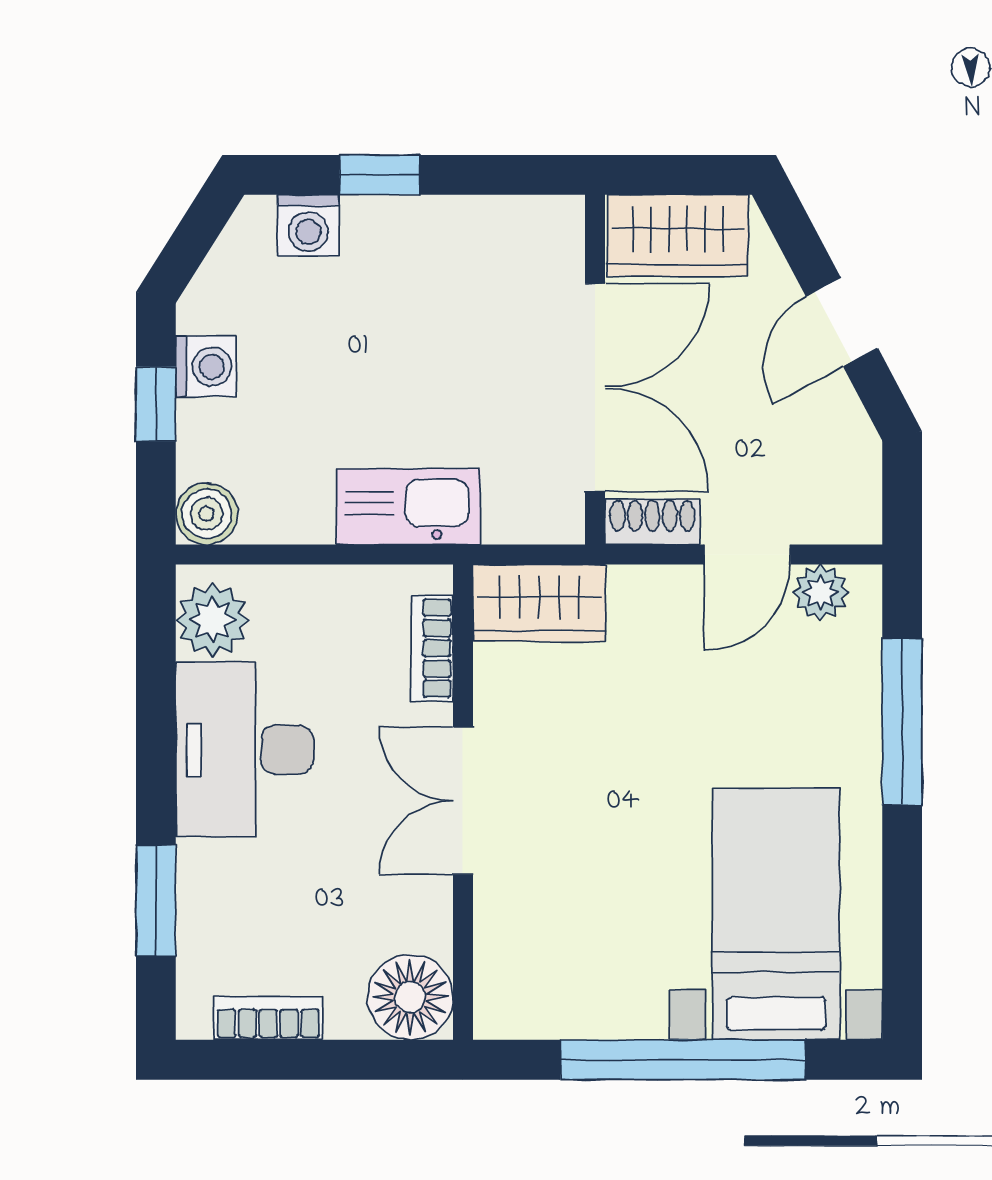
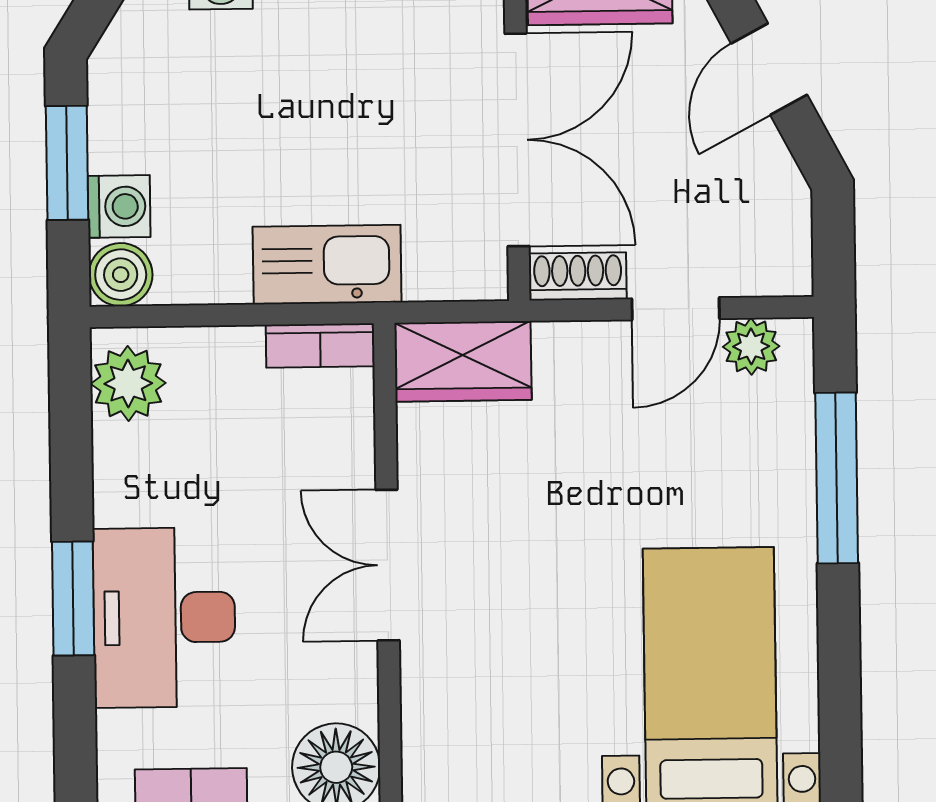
washing machine: (206, 367) -> (119, 206), moved
window: (156, 404) -> (67, 163), width x1.50
bookcase: (432, 648) -> (320, 346), moved, turned -90
desk: (244, 749) -> (164, 618), moved
window: (156, 901) -> (73, 599), moved

